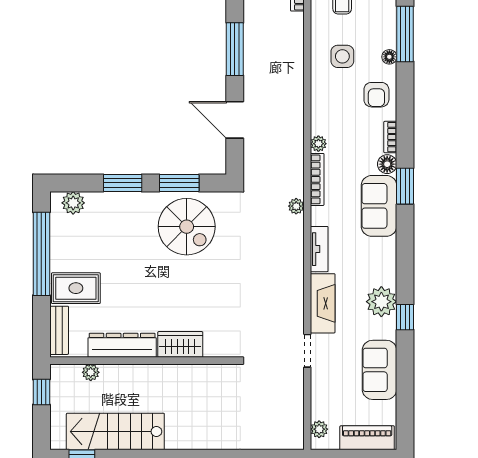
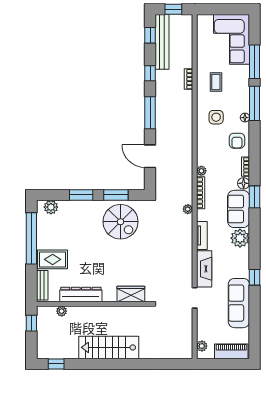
plant: (381, 302) -> (240, 238), moved
wardrobe: (180, 344) -> (131, 294), moved
sofa: (380, 370) -> (239, 303), width x1.36
stairs: (115, 431) -> (109, 347), moved

